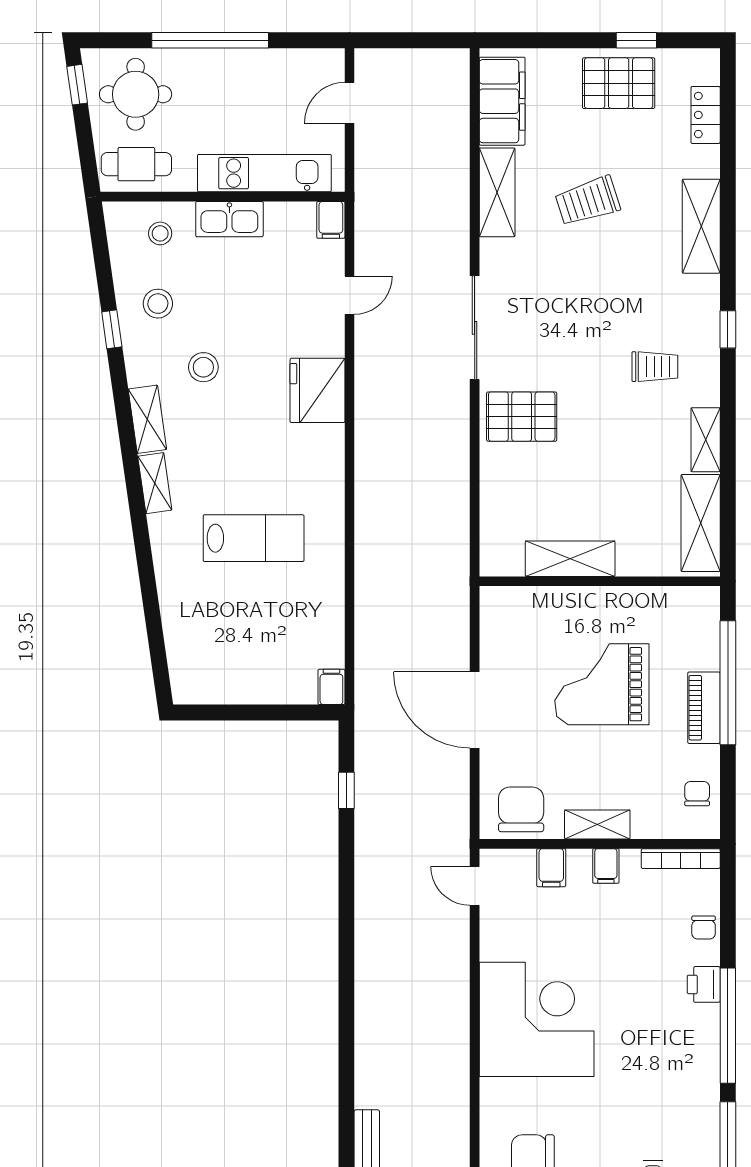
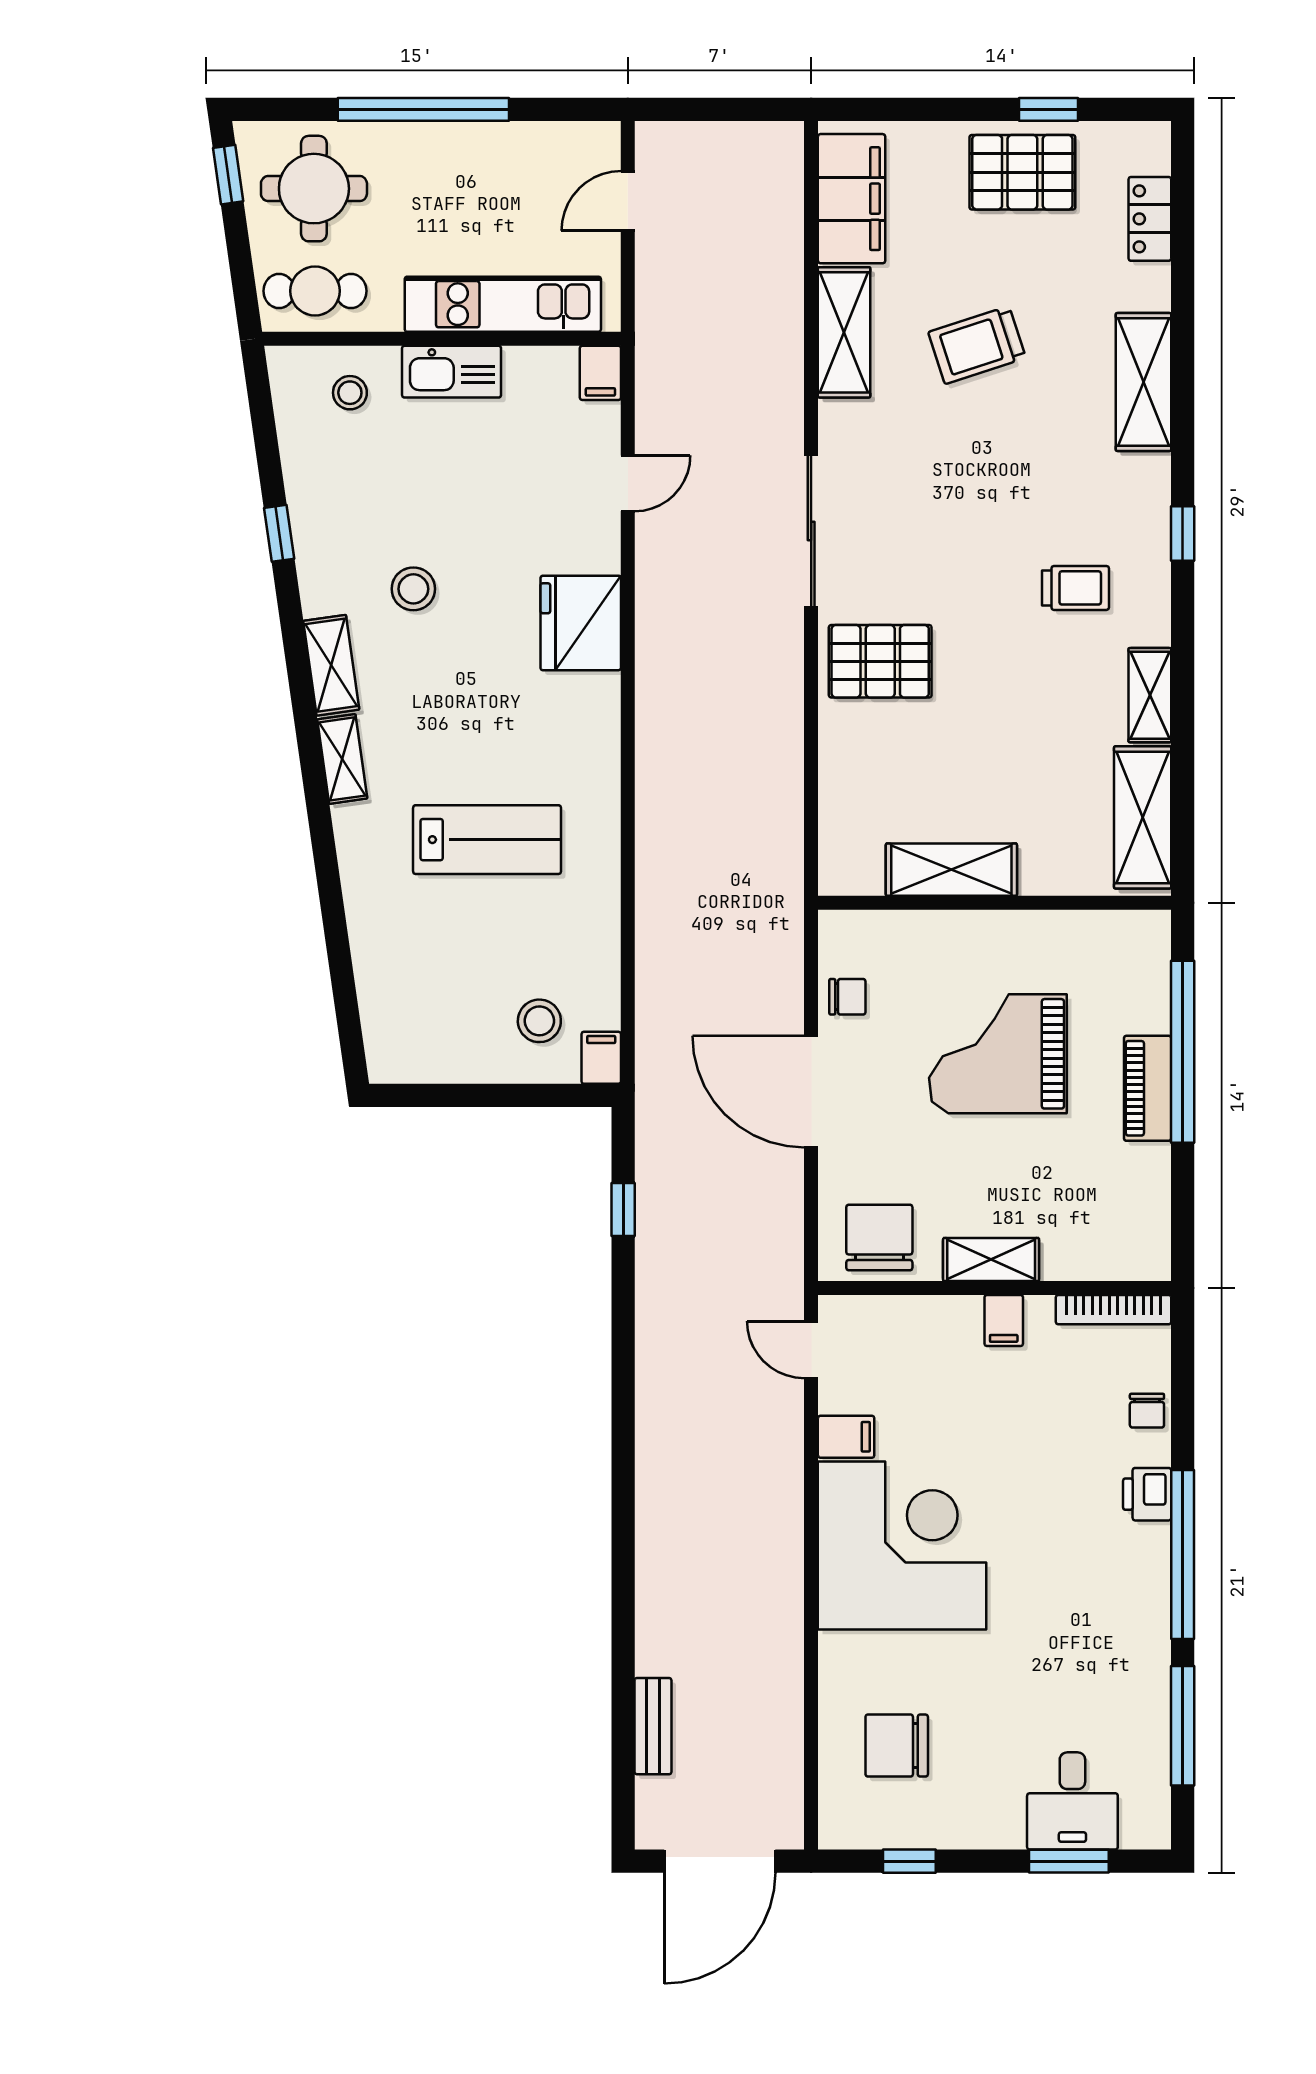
stool: (158, 304) -> (539, 1021), moved
chair: (697, 794) -> (847, 997), moved, turned 90
filing cabinet: (551, 868) -> (846, 1437), moved, turned -90

